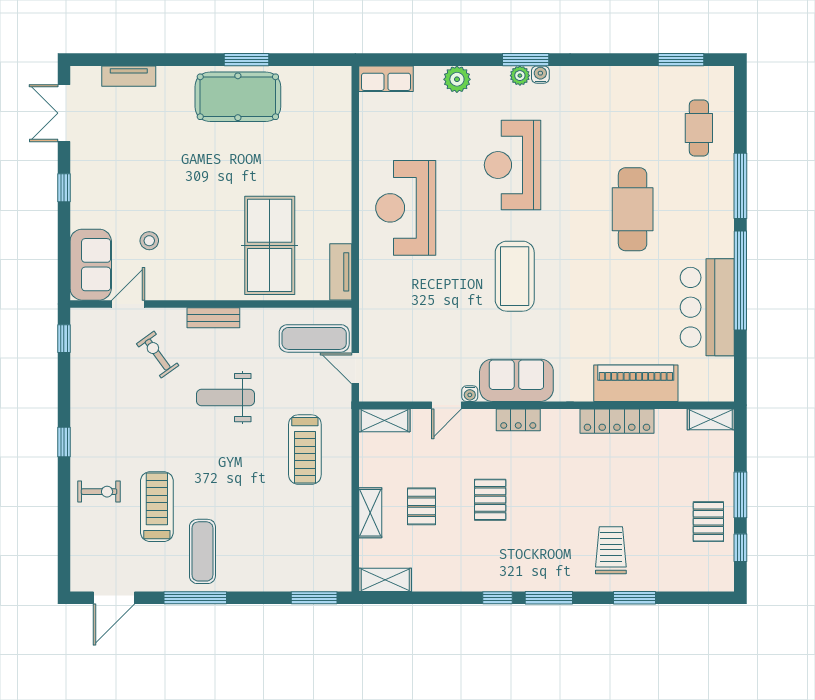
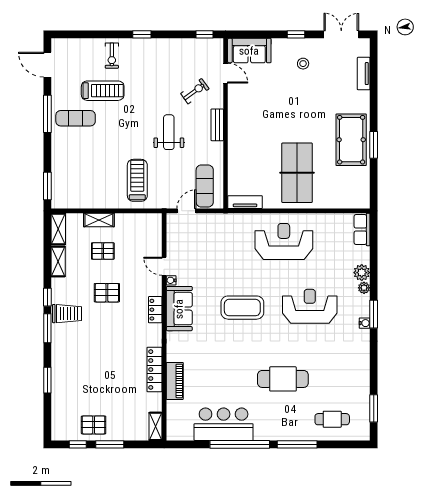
plant: (520, 76) -> (364, 288), moved
stool: (149, 241) -> (303, 64), moved
table tennis table: (270, 245) -> (297, 173), moved, turned 90
piano: (636, 383) -> (175, 381), width x0.73, depth x0.75
shelving: (384, 420) -> (58, 262), moved
treadmill: (305, 450) -> (137, 180), turned 90
trolley: (611, 550) -> (67, 314), moved

